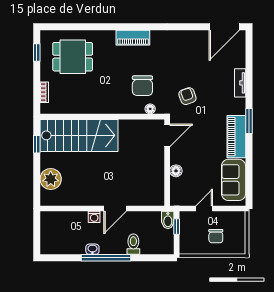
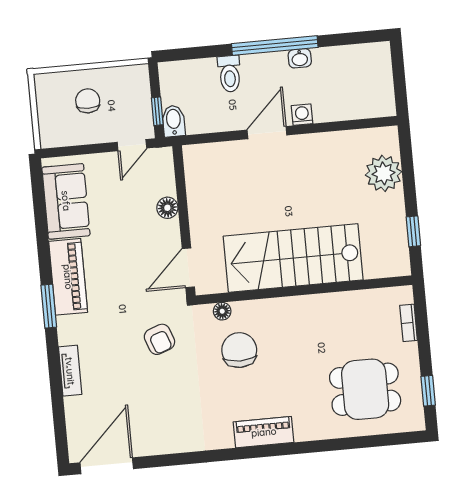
stairs: (79, 135) -> (293, 258), moved
door: (204, 208) -> (132, 145), moved

